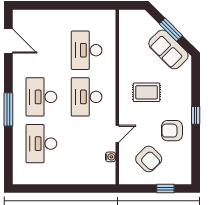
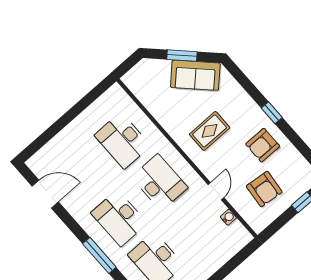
desk: (87, 97) -> (160, 182), turned 180
armchair: (149, 159) -> (264, 189), turned 51

